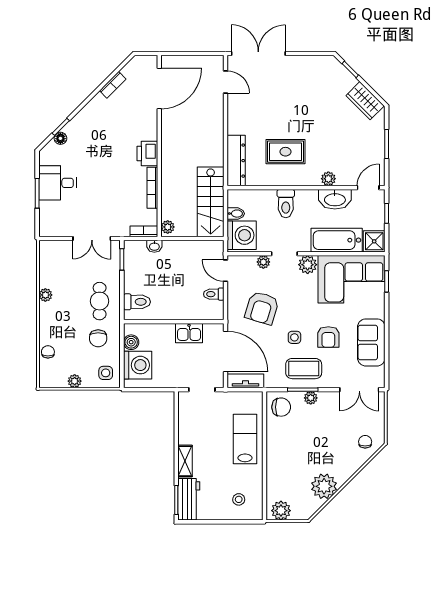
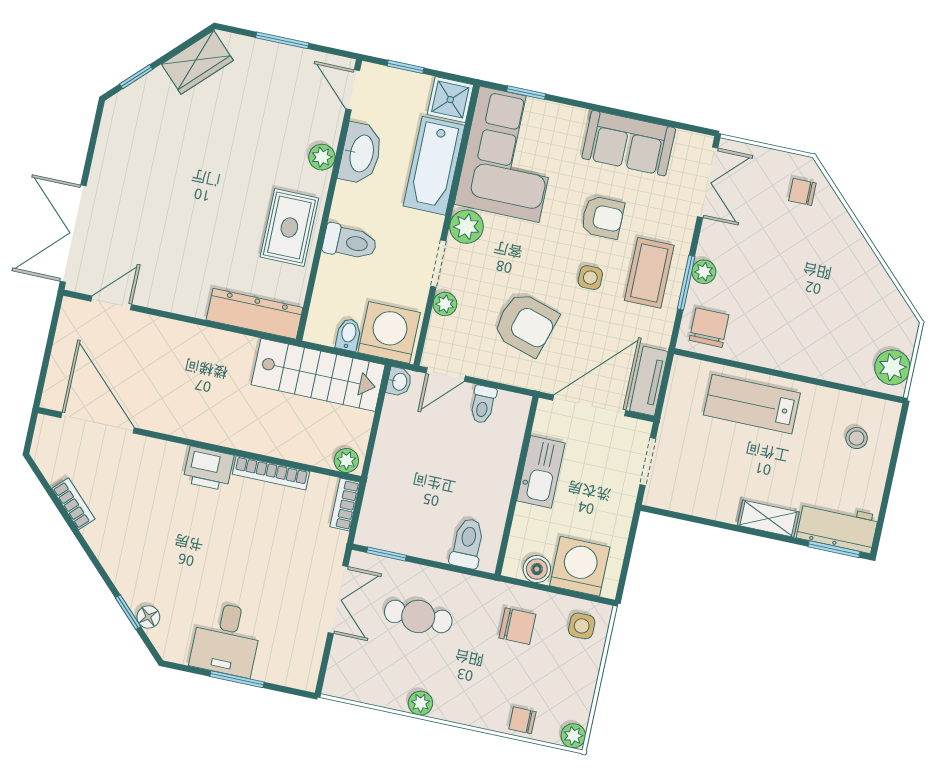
rug: (285, 152) -> (289, 227), moved
washbasin: (154, 246) -> (399, 382), moved
cafe table: (100, 301) -> (418, 616), moved
kitchen sink: (189, 333) -> (541, 472), width x1.38
plant: (75, 381) -> (573, 736), moved
plant: (324, 486) -> (866, 282), removed

